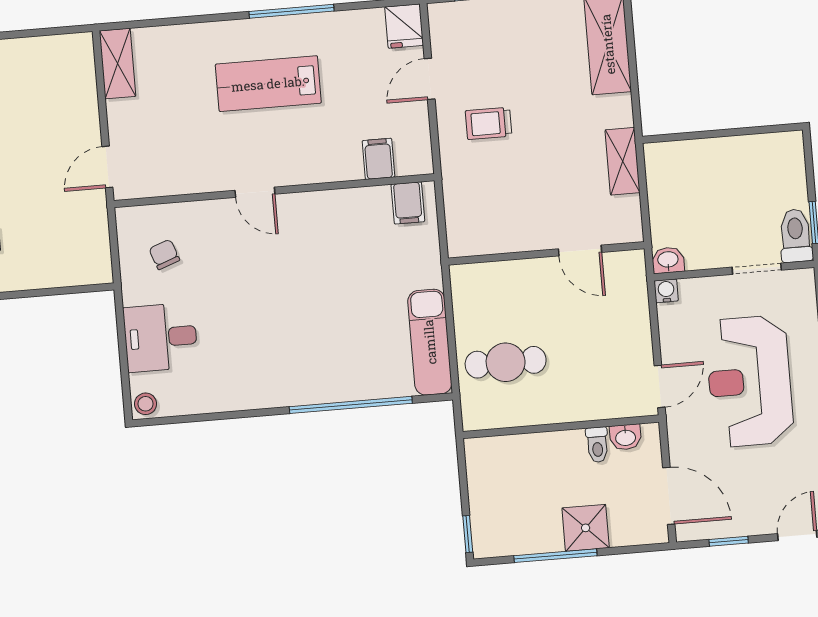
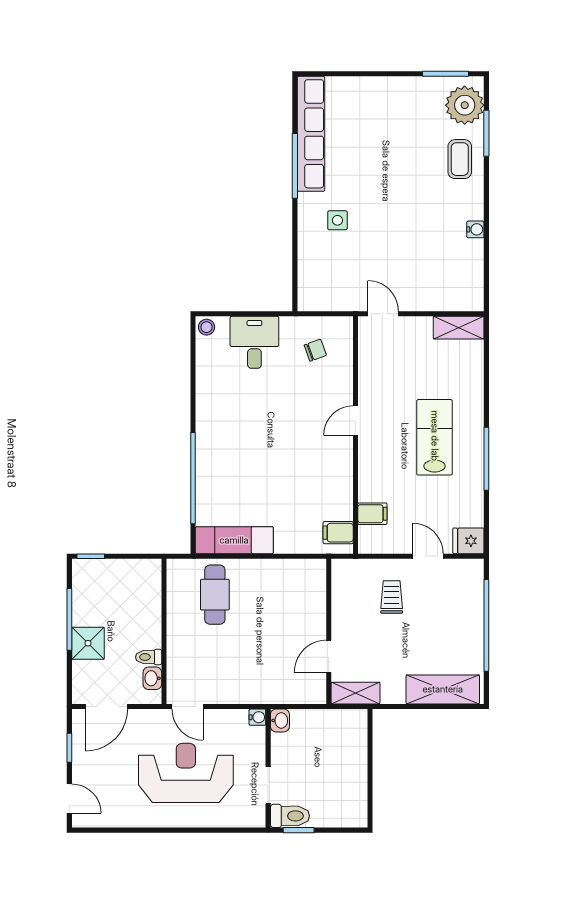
door: (580, 251) -> (329, 656), moved
wall: (546, 253) -> (329, 631), moved

